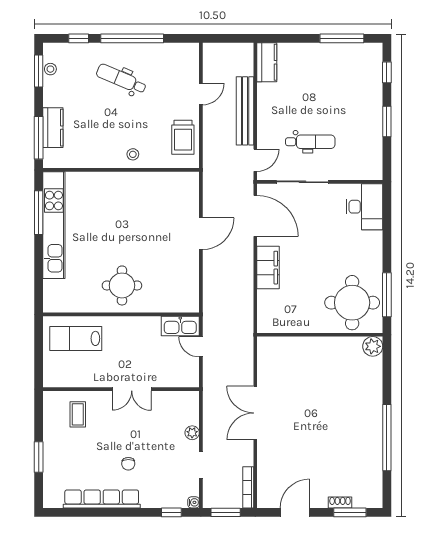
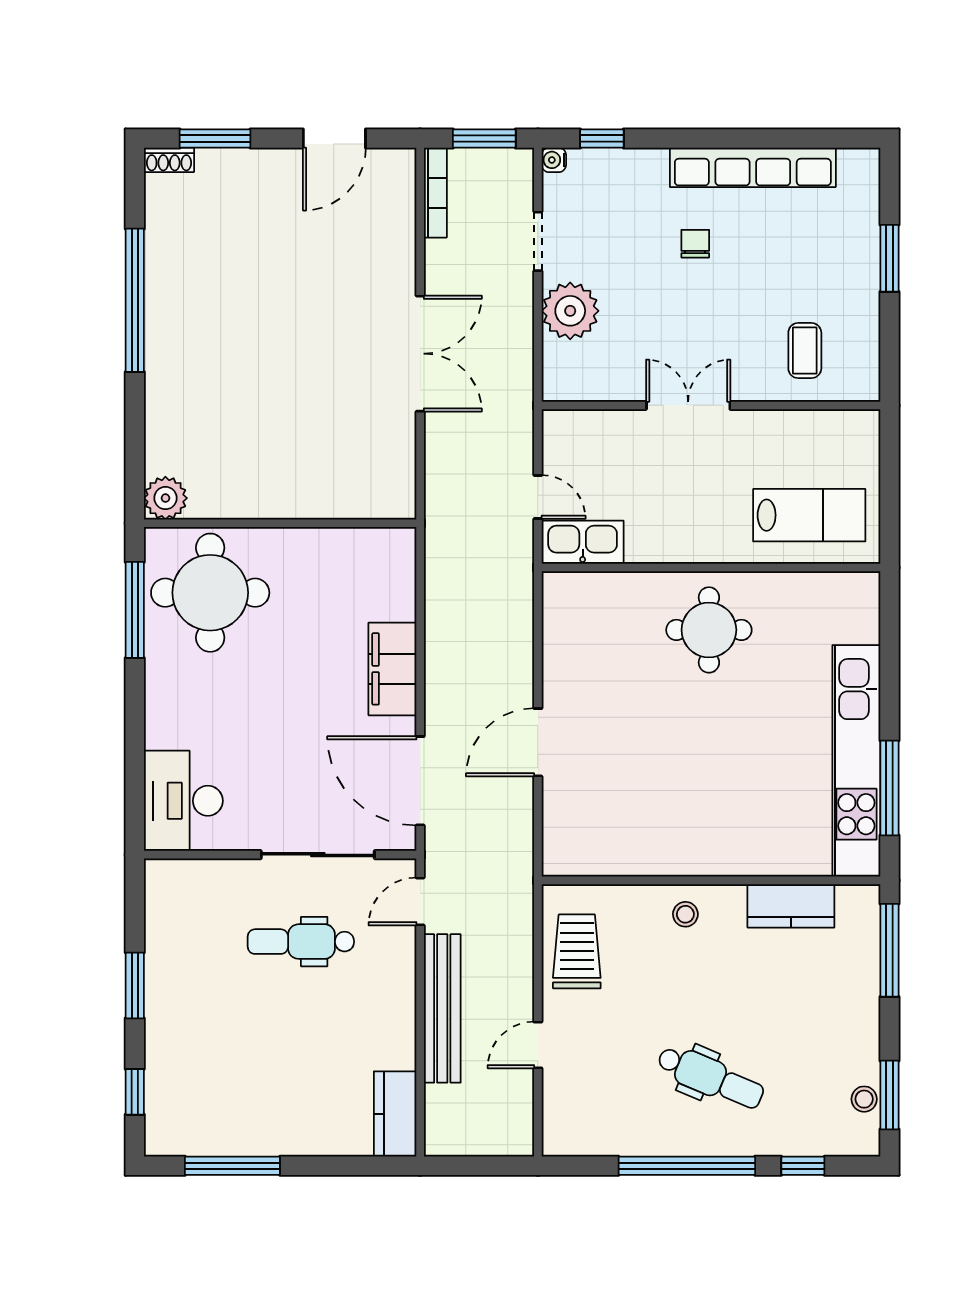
kitchen counter: (53, 128) -> (791, 906), moved, turned -90
plant: (192, 433) -> (570, 311), width x1.87, depth x1.87
shoe rack: (340, 502) -> (169, 160), moved

